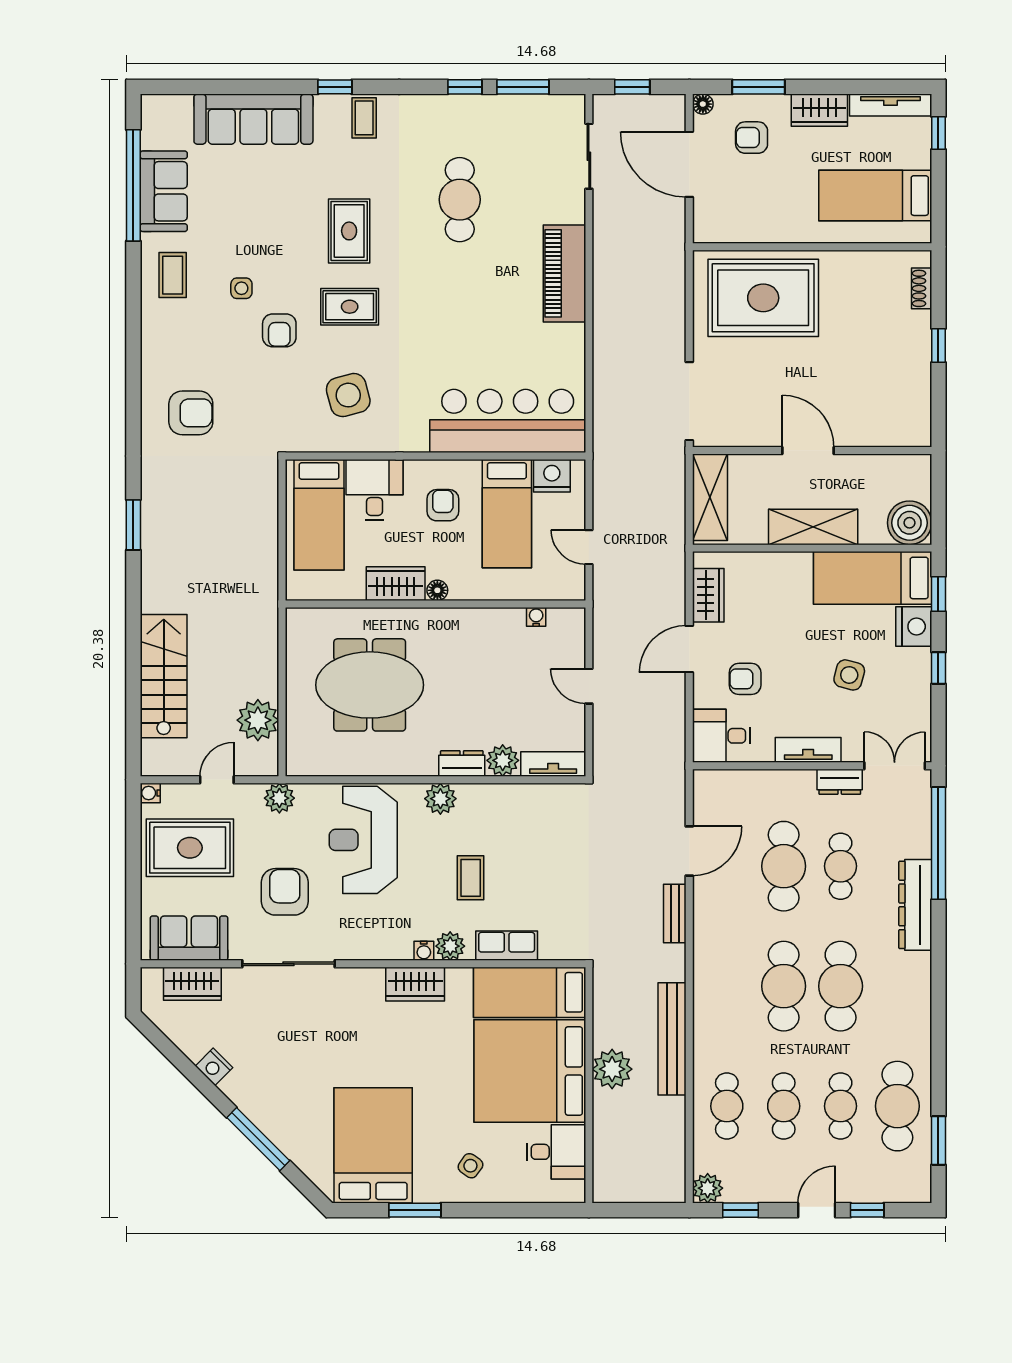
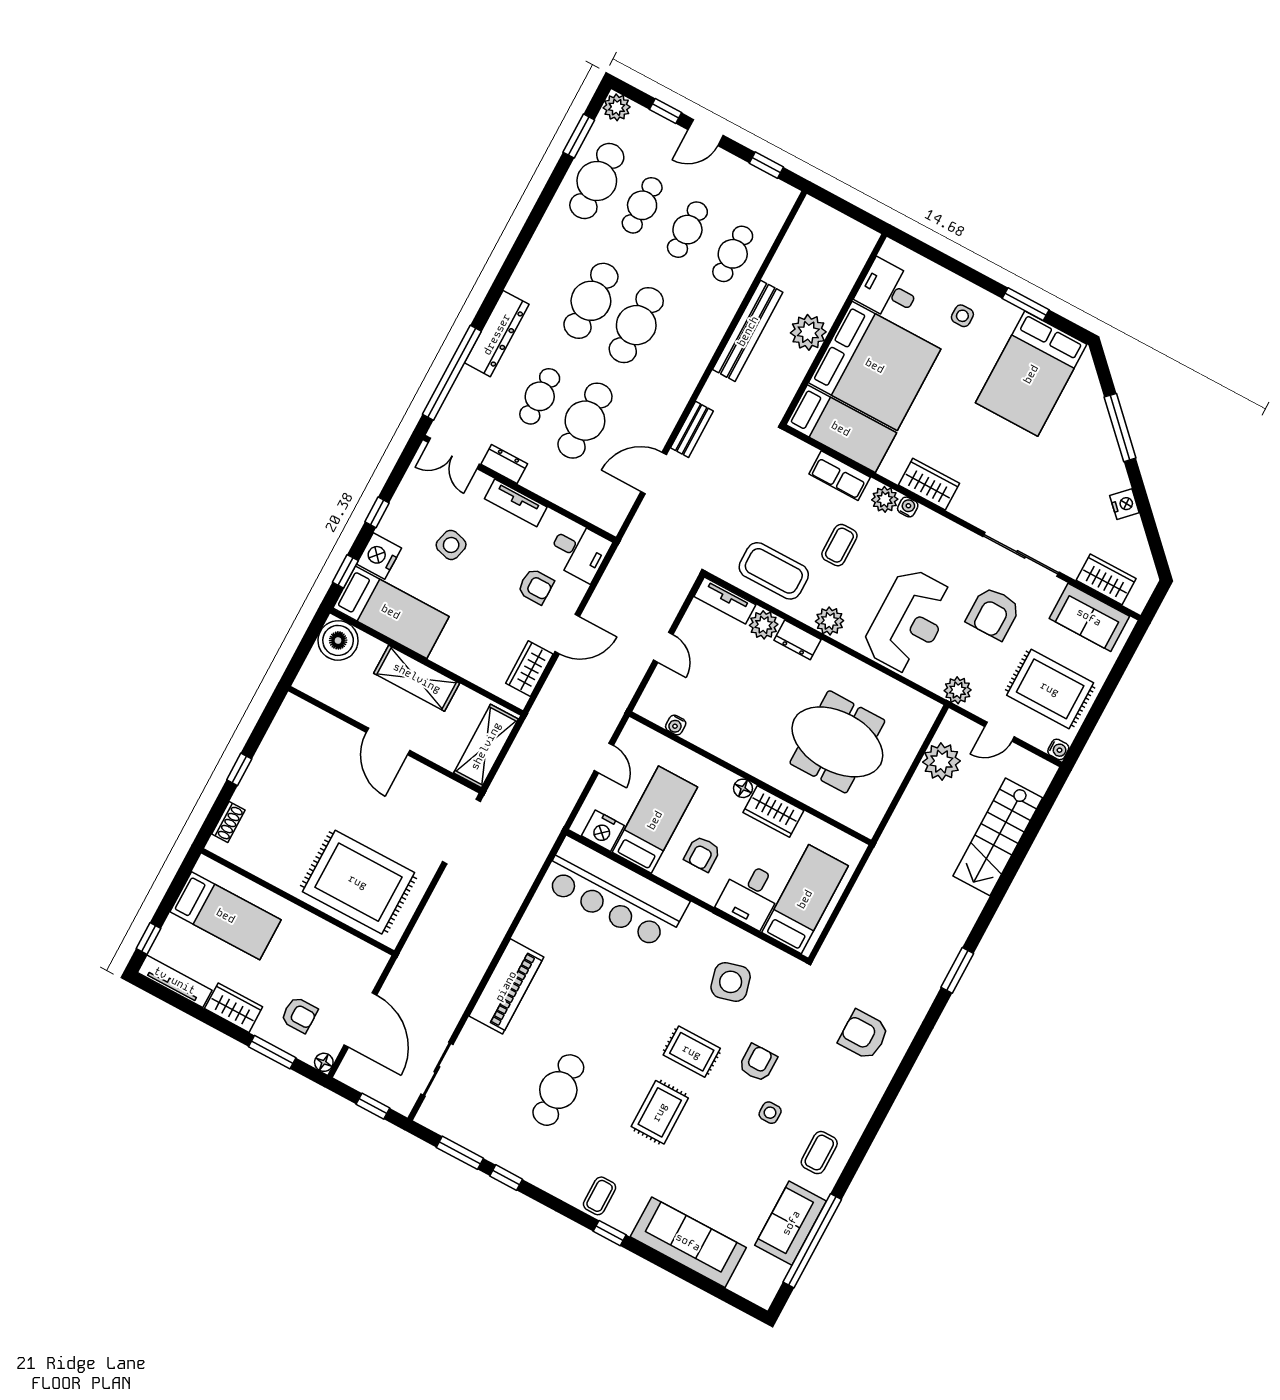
coffee table: (521, 818) -> (774, 571), added
side table: (470, 1166) -> (962, 316), turned -35
plant: (708, 1188) -> (617, 107), moved

